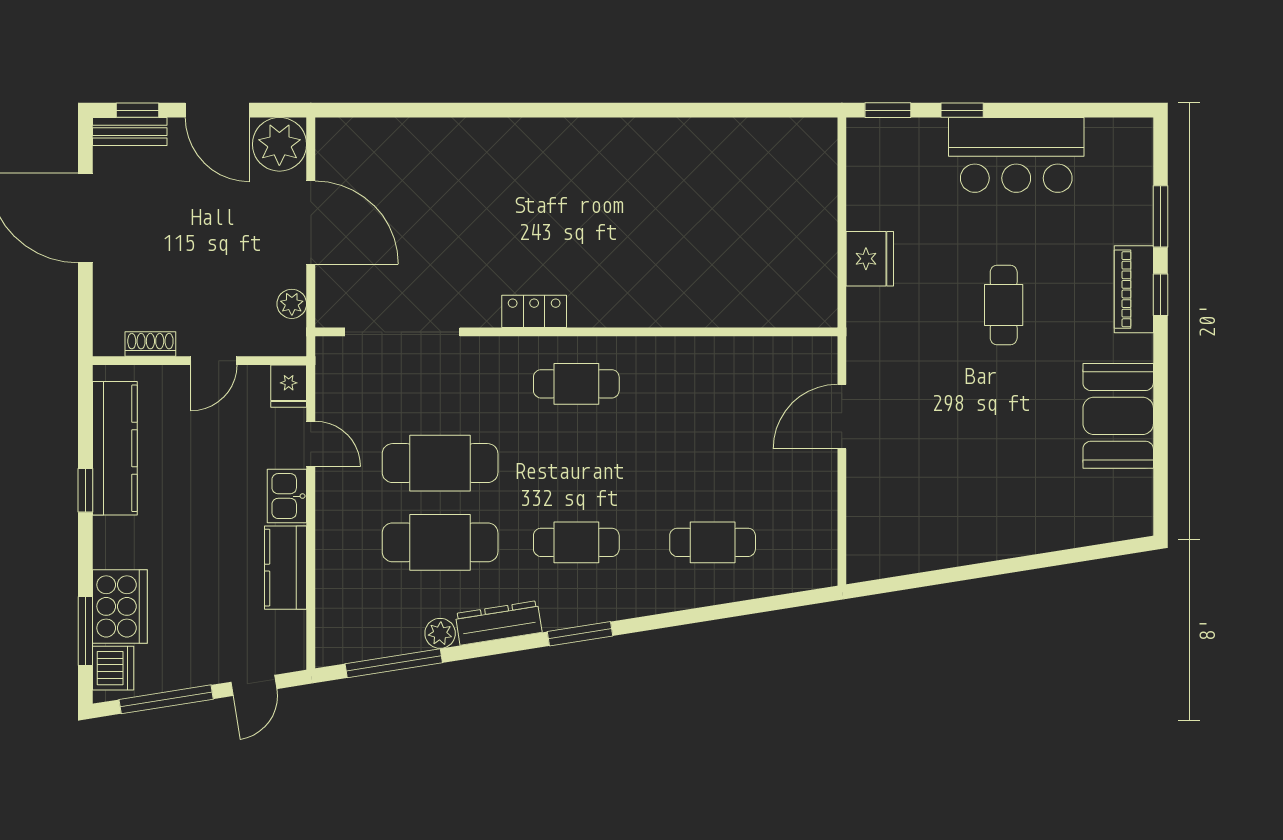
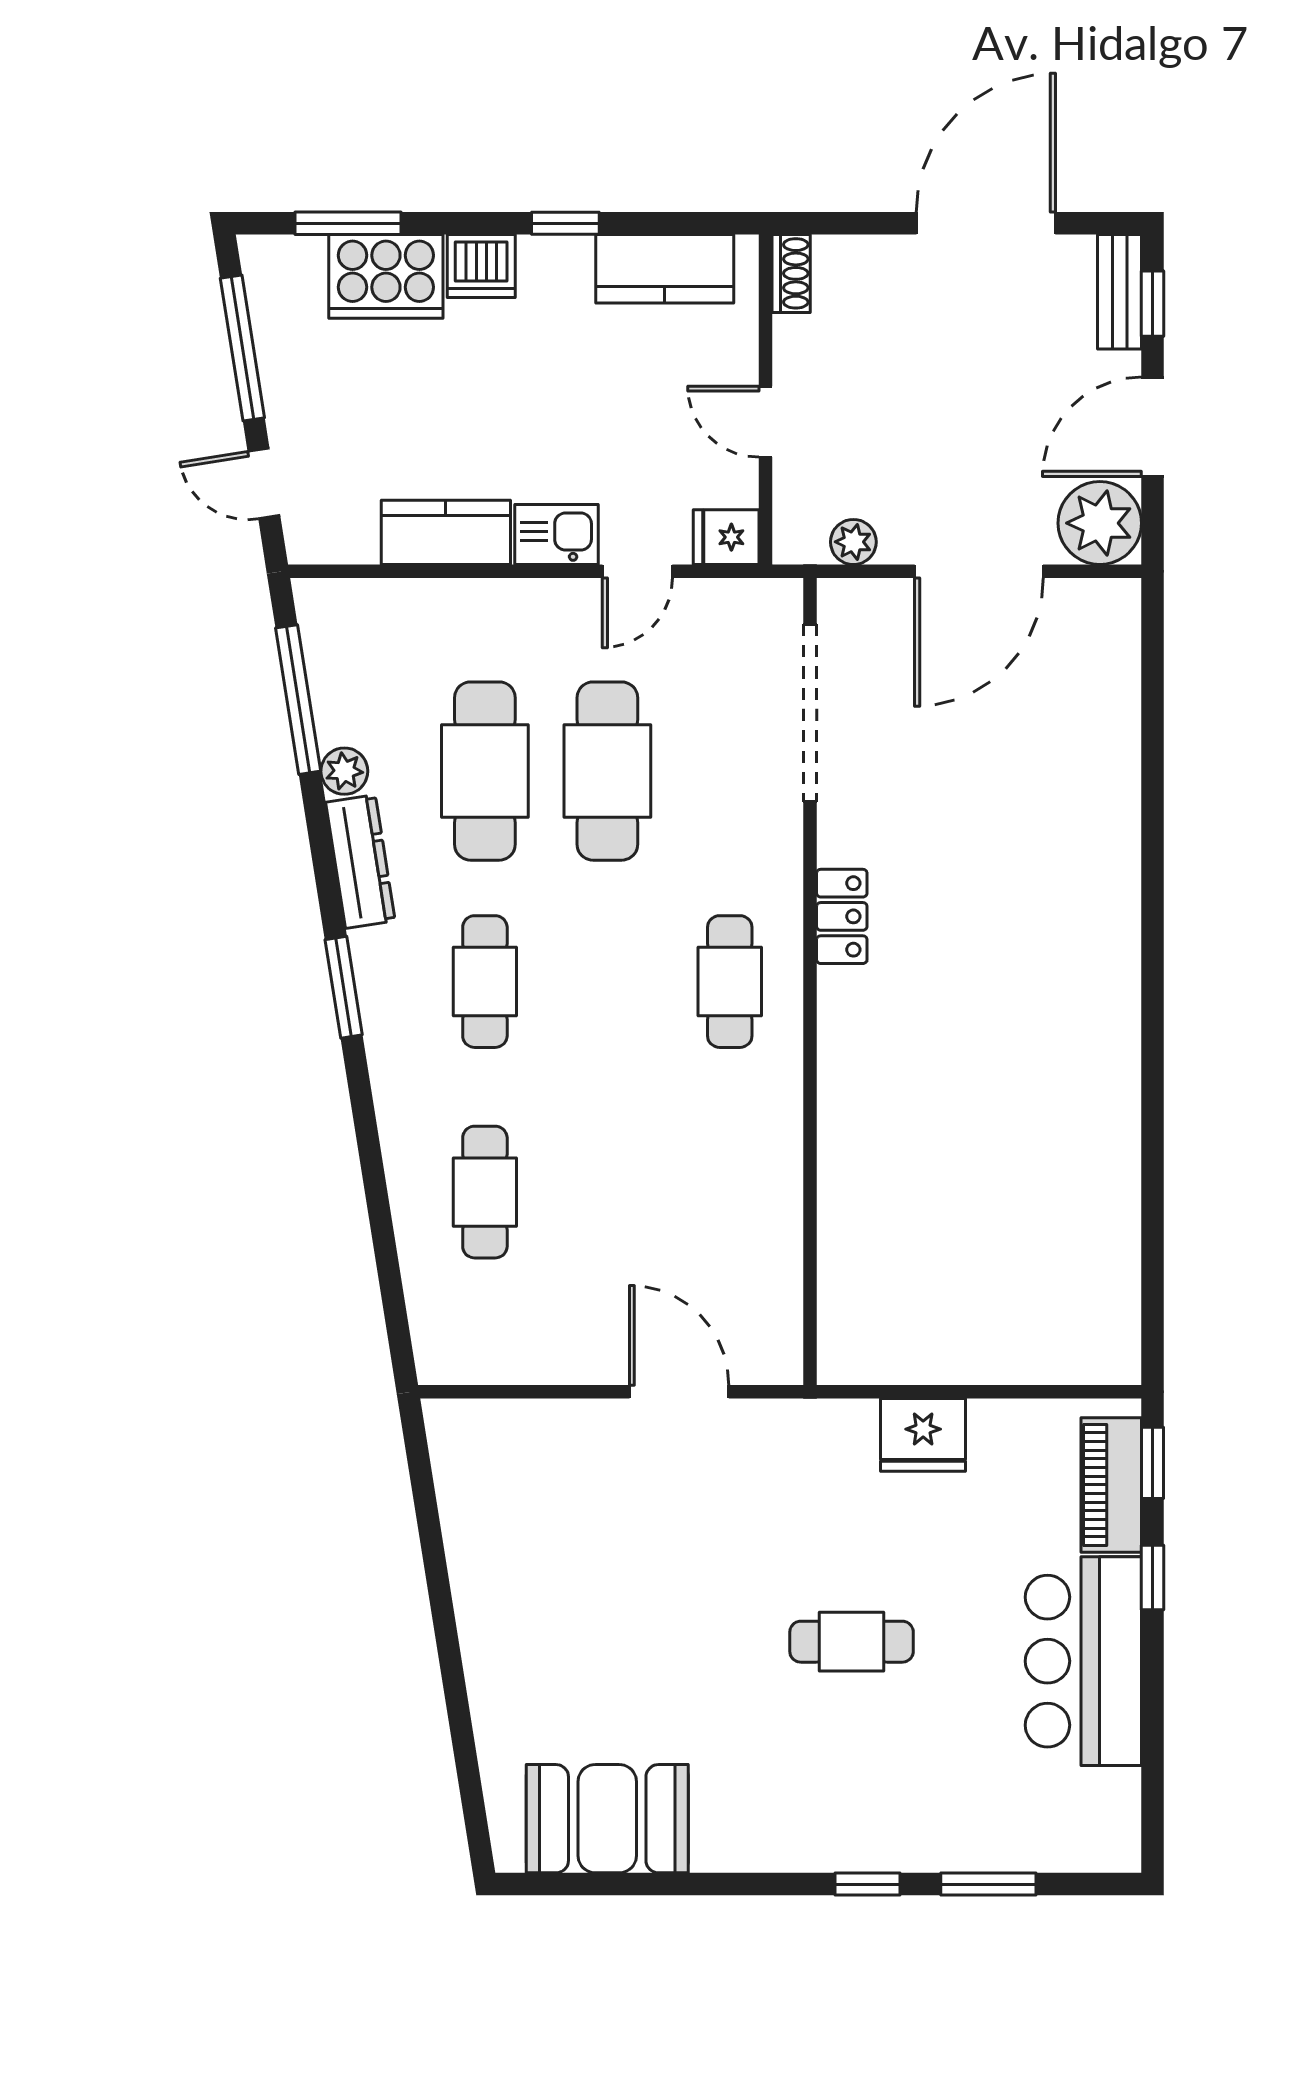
piano: (1134, 289) -> (1111, 1485), moved, turned -90
shoe rack: (150, 344) -> (791, 273), moved
booth: (1118, 416) -> (607, 1819), moved
kitchen counter: (115, 448) -> (665, 269), width x0.67
dishwasher: (113, 668) -> (481, 266), moved

